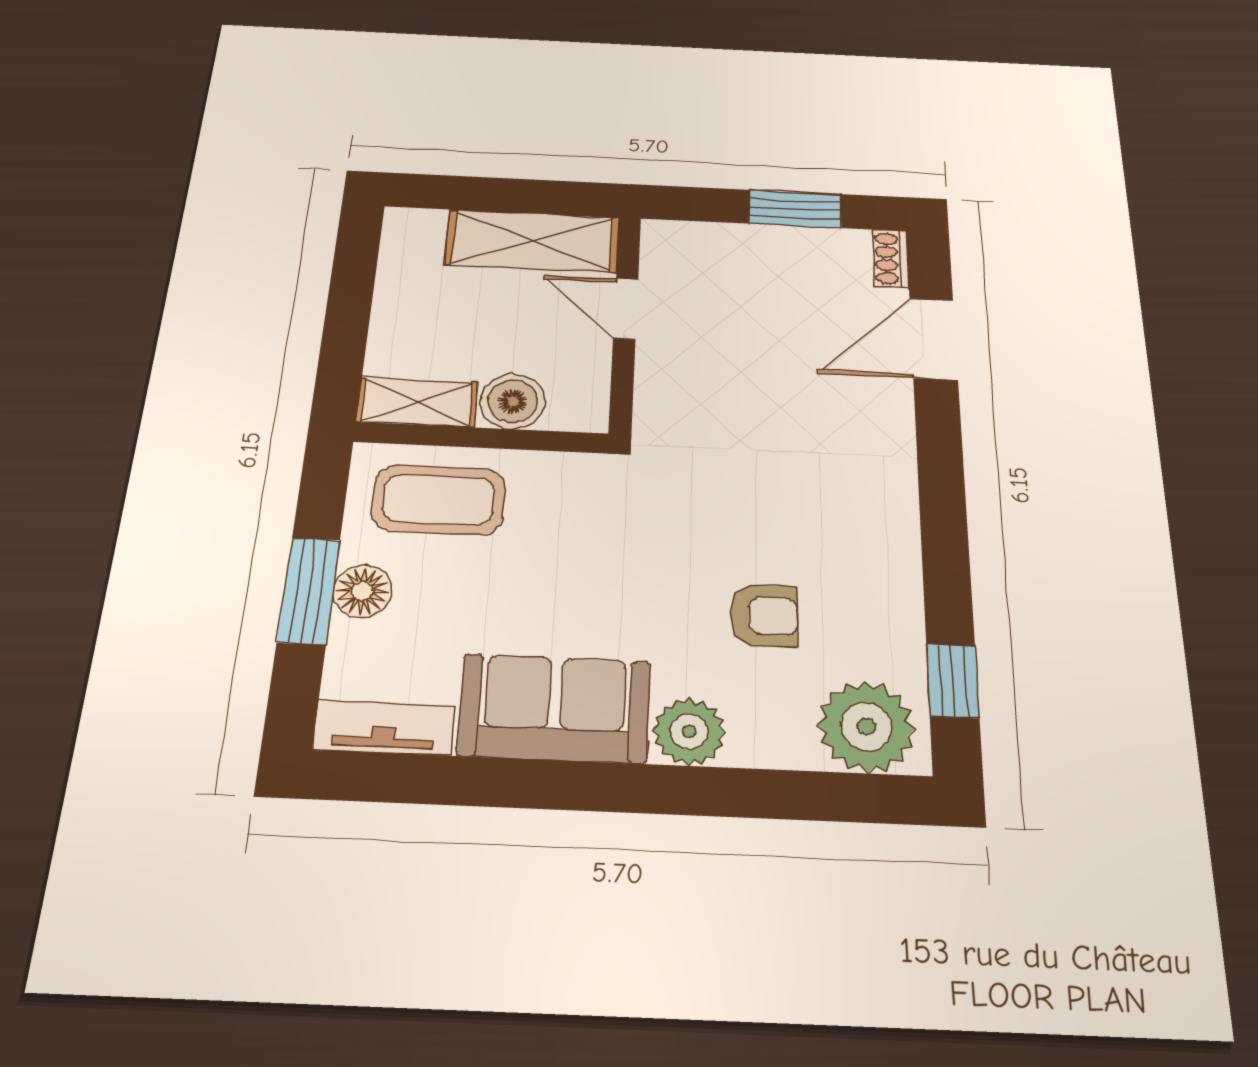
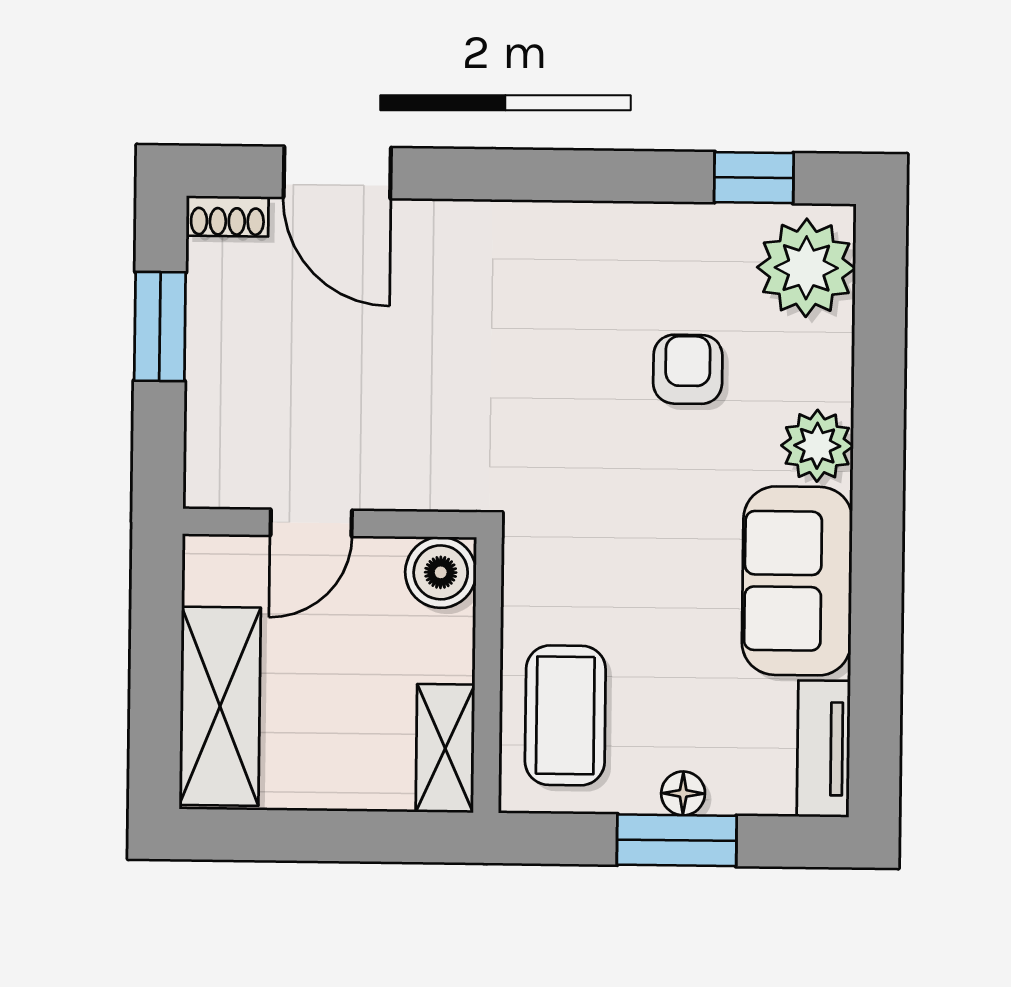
shelving: (533, 241) -> (220, 706), moved
boiler: (513, 401) -> (441, 572), moved
floor lamp: (362, 591) -> (683, 793), width x0.73, depth x0.73

